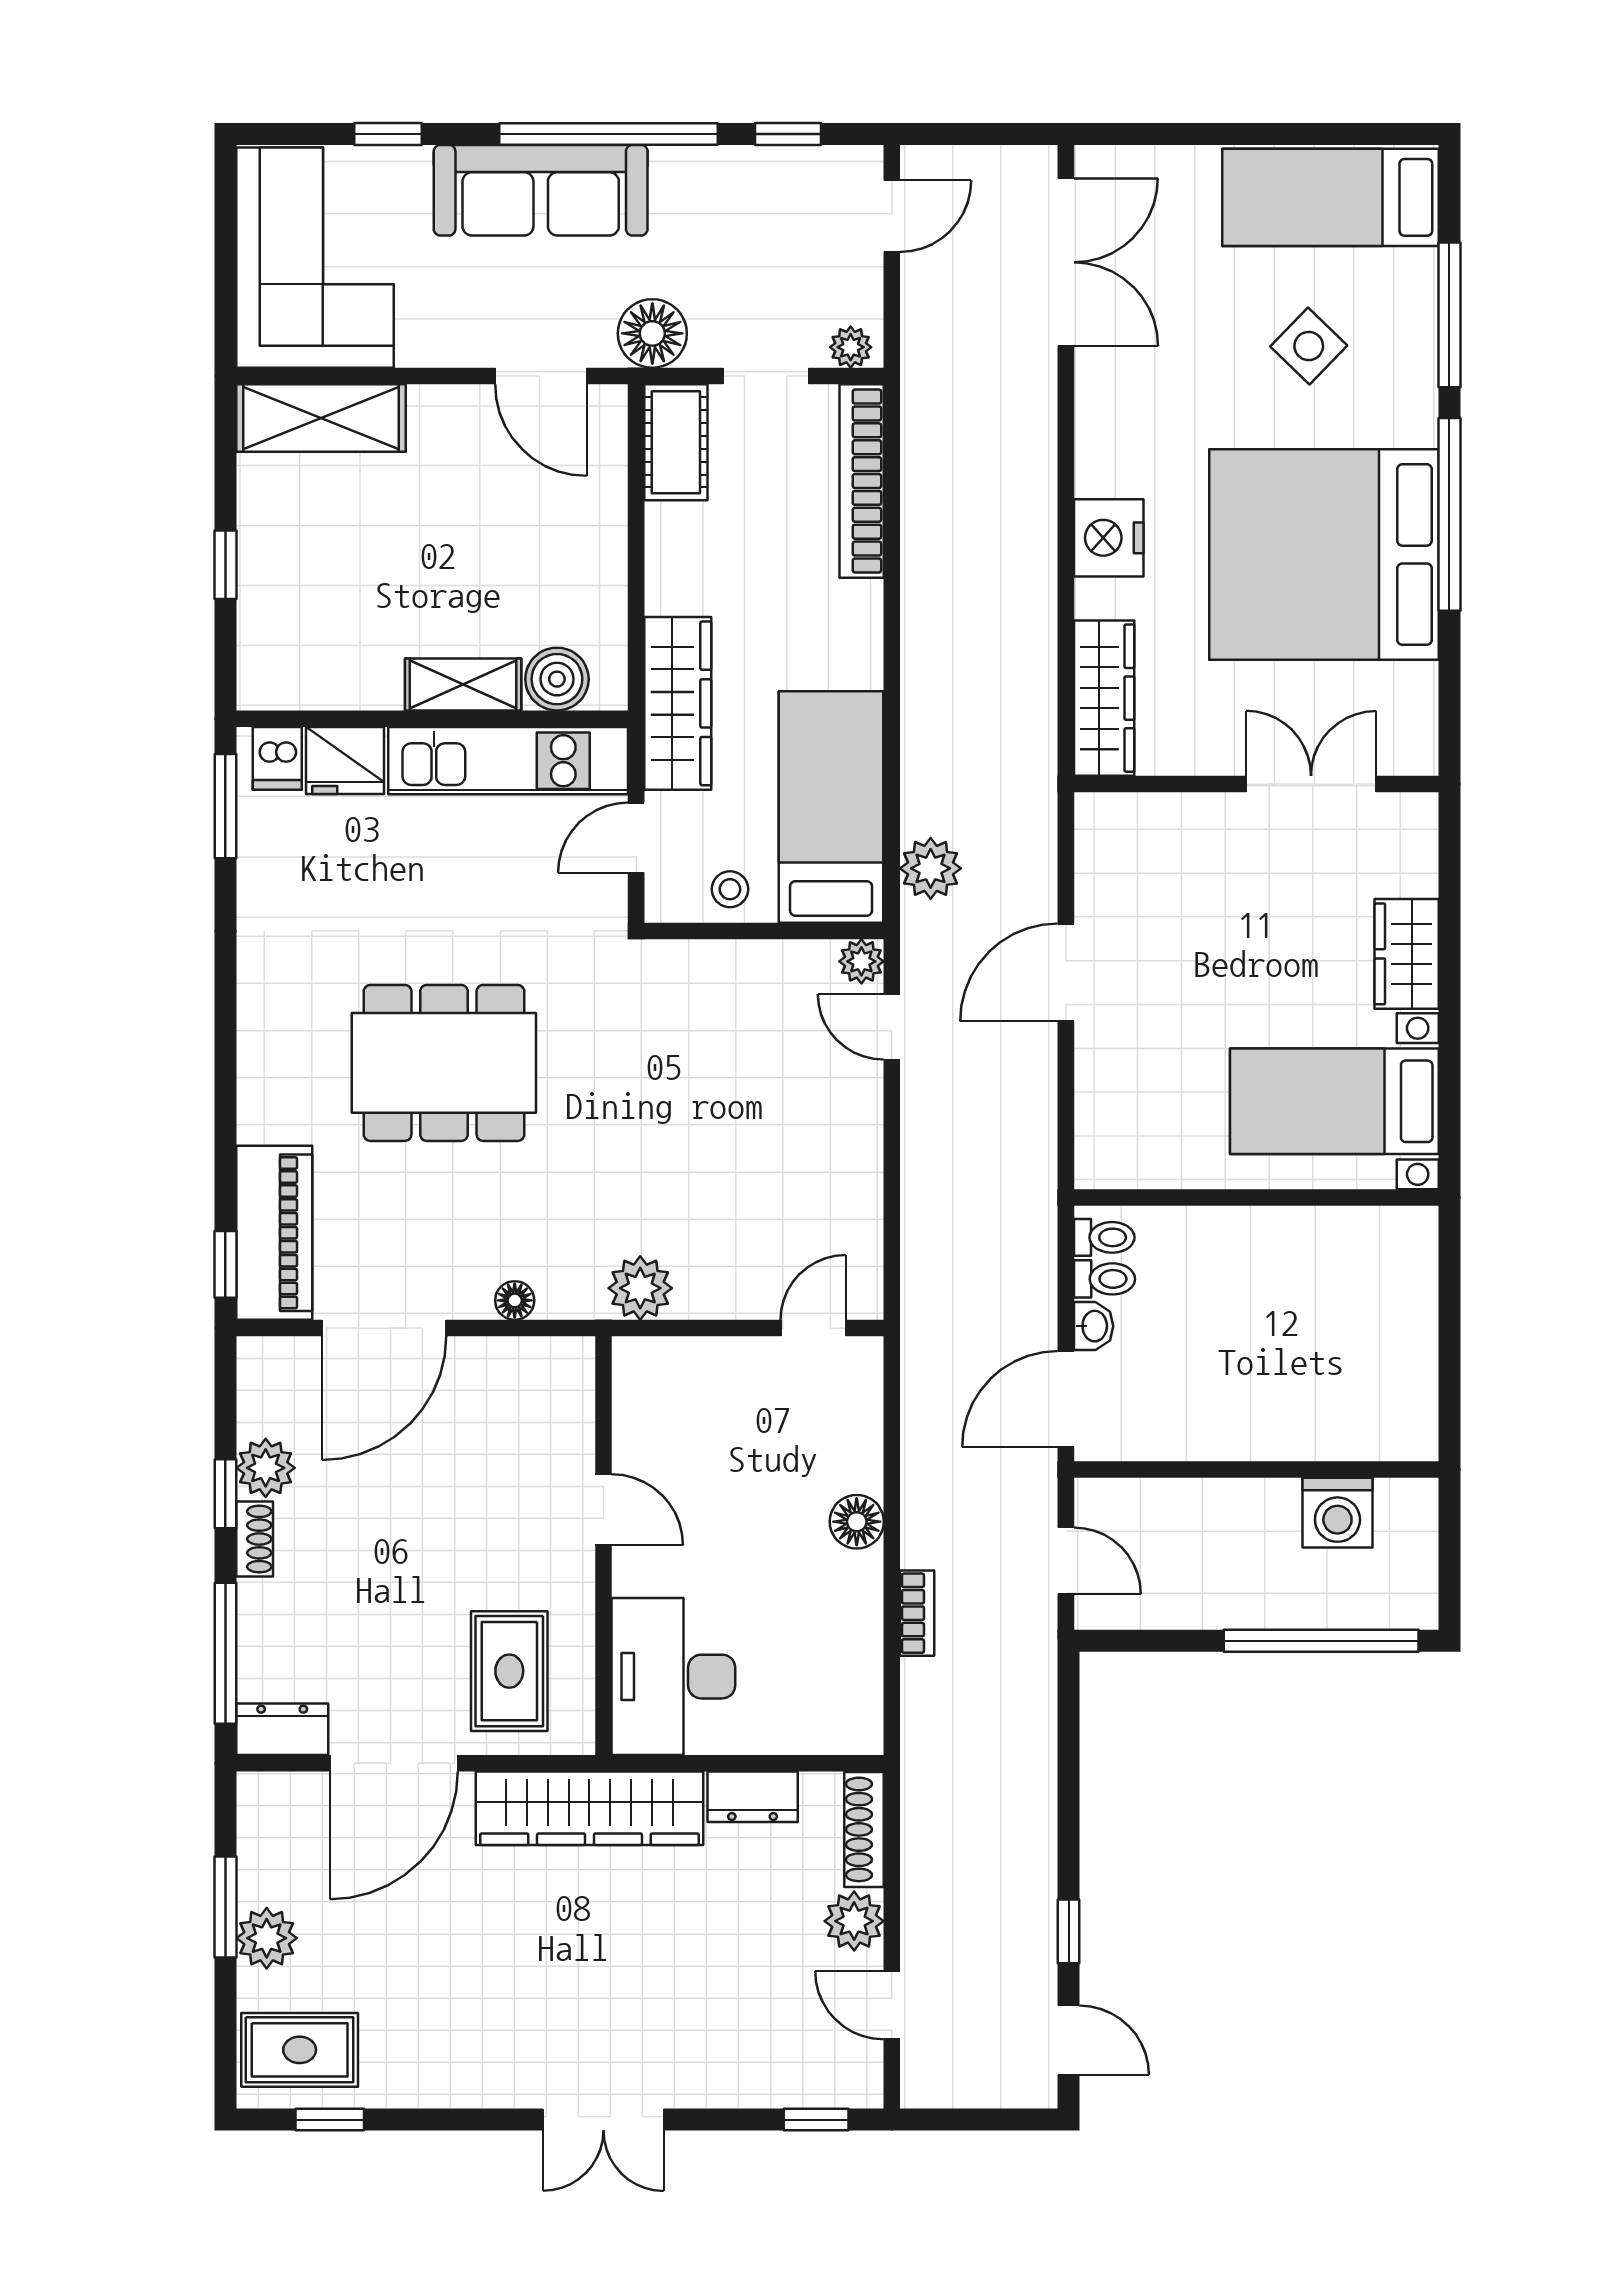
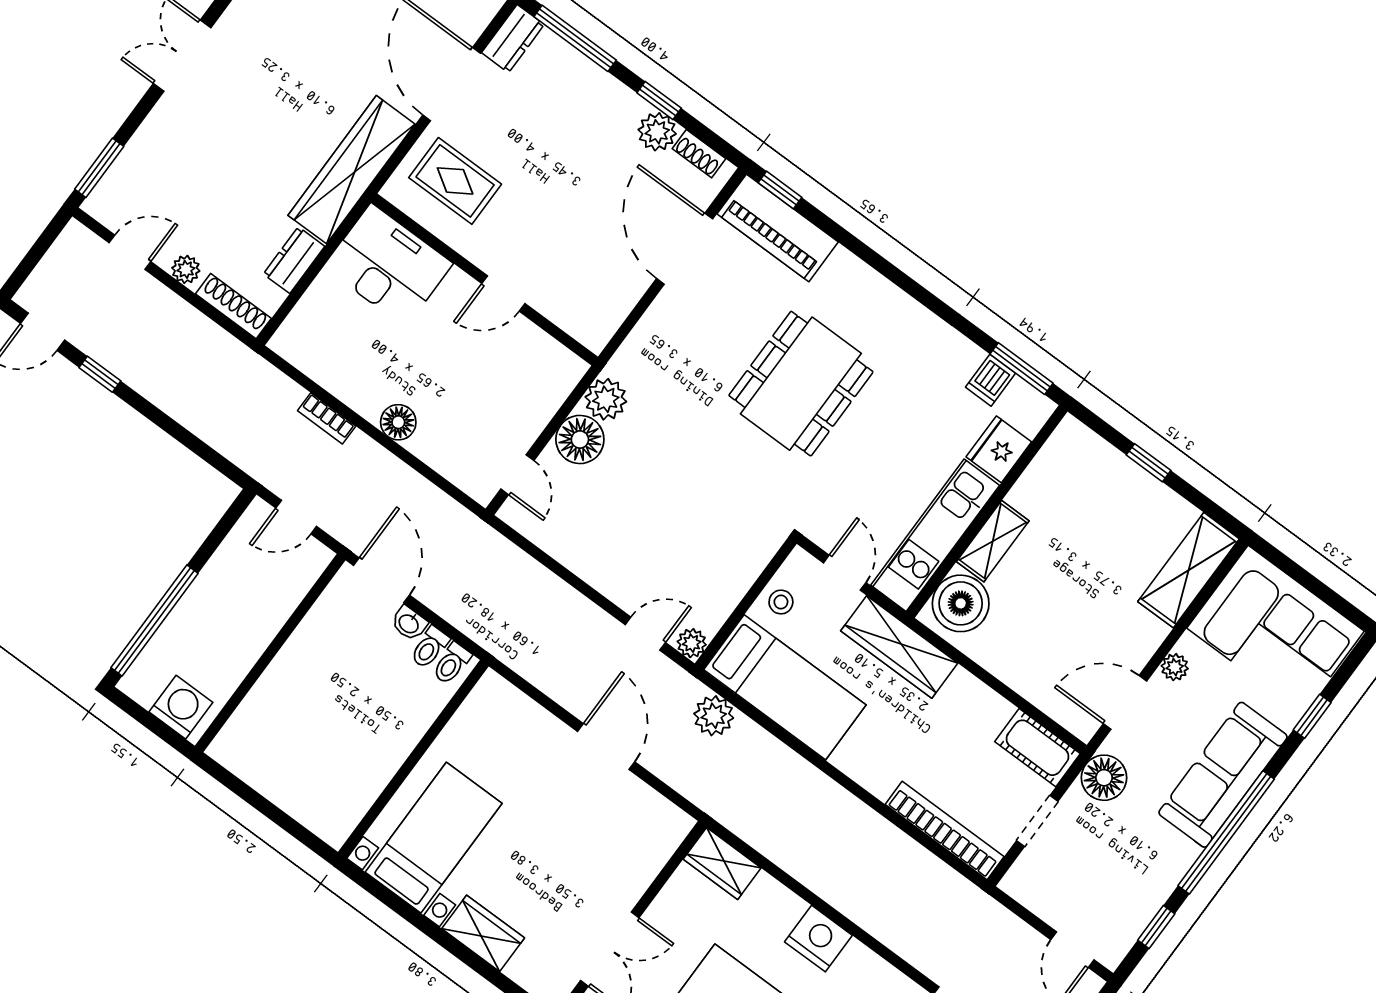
plant: (851, 347) -> (1175, 667), moved
boiler: (557, 679) -> (961, 603), width x1.37, depth x1.37
wardrobe: (1104, 698) -> (722, 864), width x0.67
dishwasher: (277, 758) -> (990, 380), moved, turned -90
floor lamp: (515, 1300) -> (580, 439), moved, width x1.89, depth x1.89
washing machine: (1337, 1513) -> (181, 707), moved, turned 90
shoe rack: (255, 1539) -> (699, 154), moved
plant: (854, 1921) -> (186, 269), width x0.73, depth x0.73
window: (816, 2120) -> (99, 168), width x1.50

